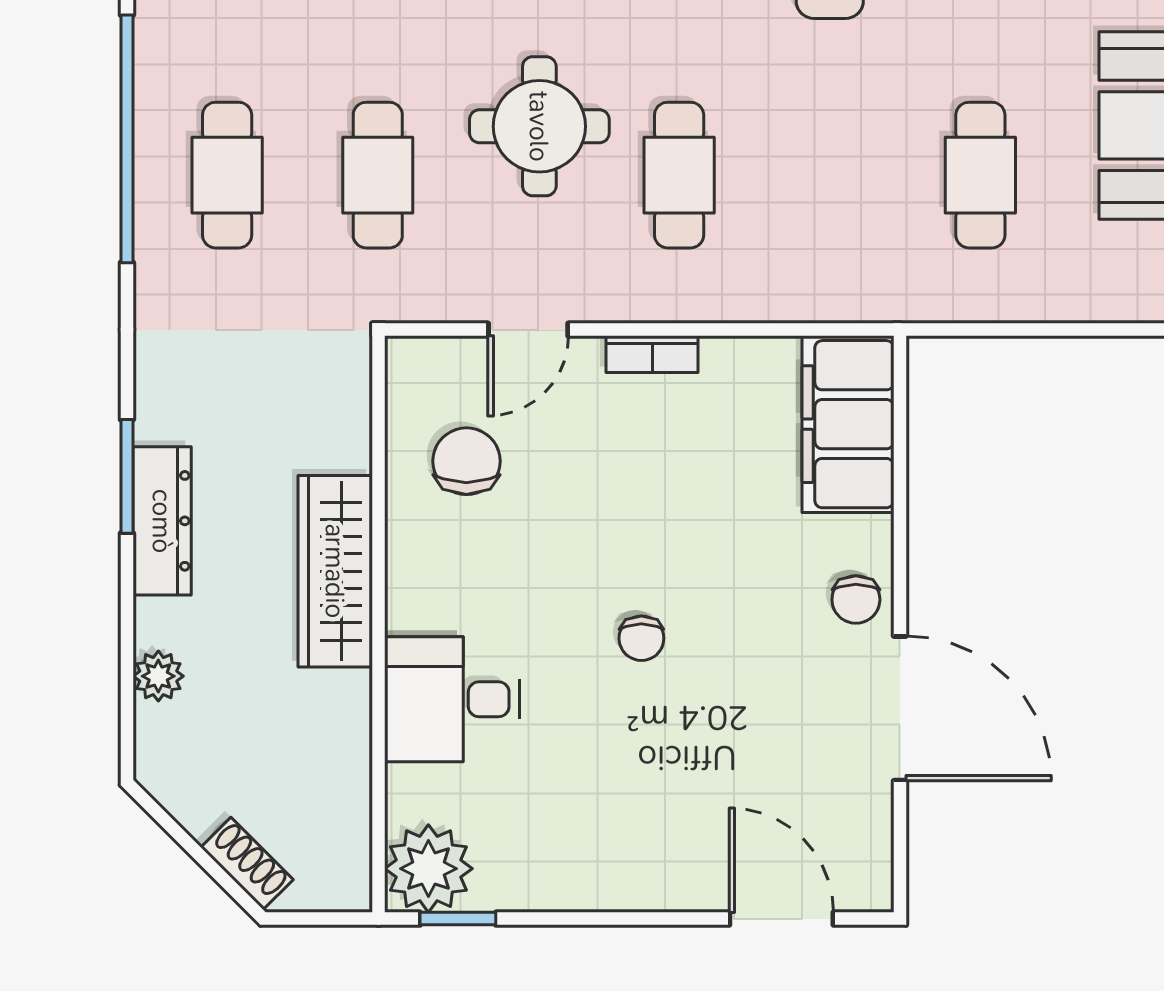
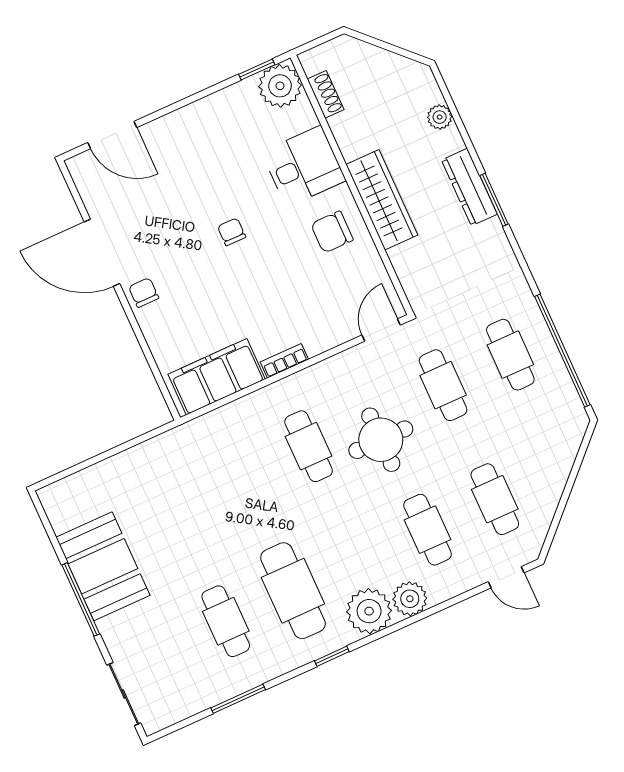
cafe table: (980, 175) -> (174, 507), removed
door: (528, 330) -> (381, 330), moved
filing cabinet: (848, 424) -> (217, 377), moved, turned -90
chair: (466, 461) -> (332, 232), moved, turned 90
shoe rack: (247, 863) -> (326, 94), moved, turned -135

